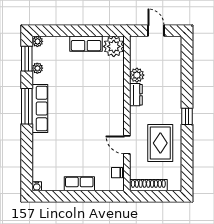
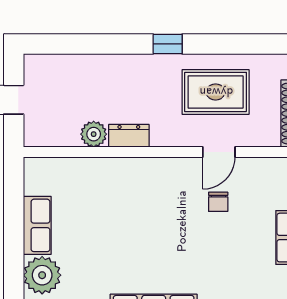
plant: (114, 46) -> (42, 275), moved
chair: (117, 173) -> (218, 202), moved

